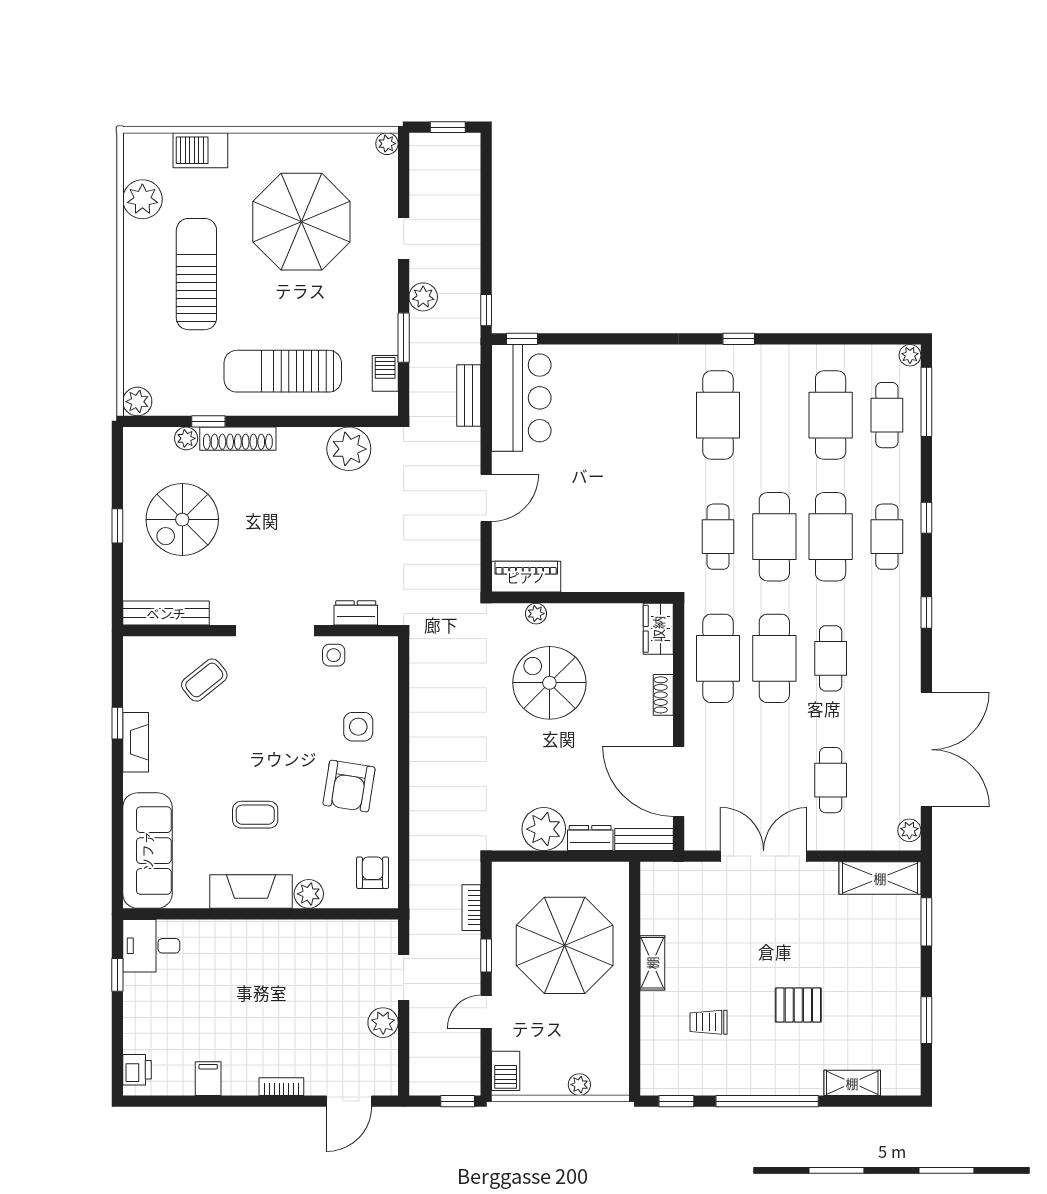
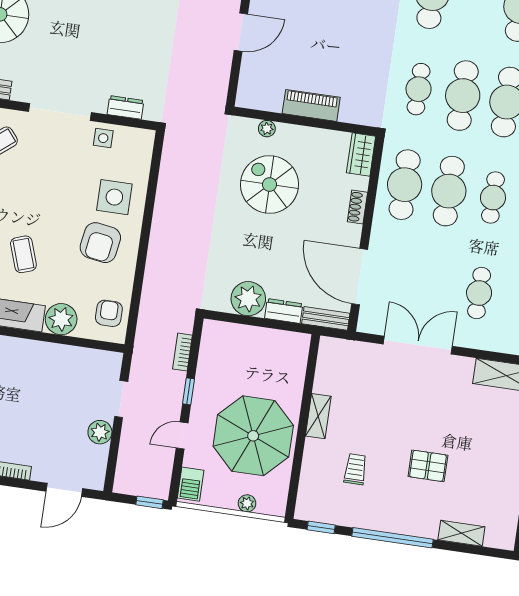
piano: (526, 577) -> (311, 105), moved
side table: (358, 727) -> (114, 197), width x1.37, depth x1.37
coffee table: (255, 815) -> (23, 254), turned 71
plant: (309, 894) -> (61, 319), width x1.36, depth x1.36
parasol: (565, 945) -> (253, 436), moved
trolley: (708, 1022) -> (355, 469), turned 90

